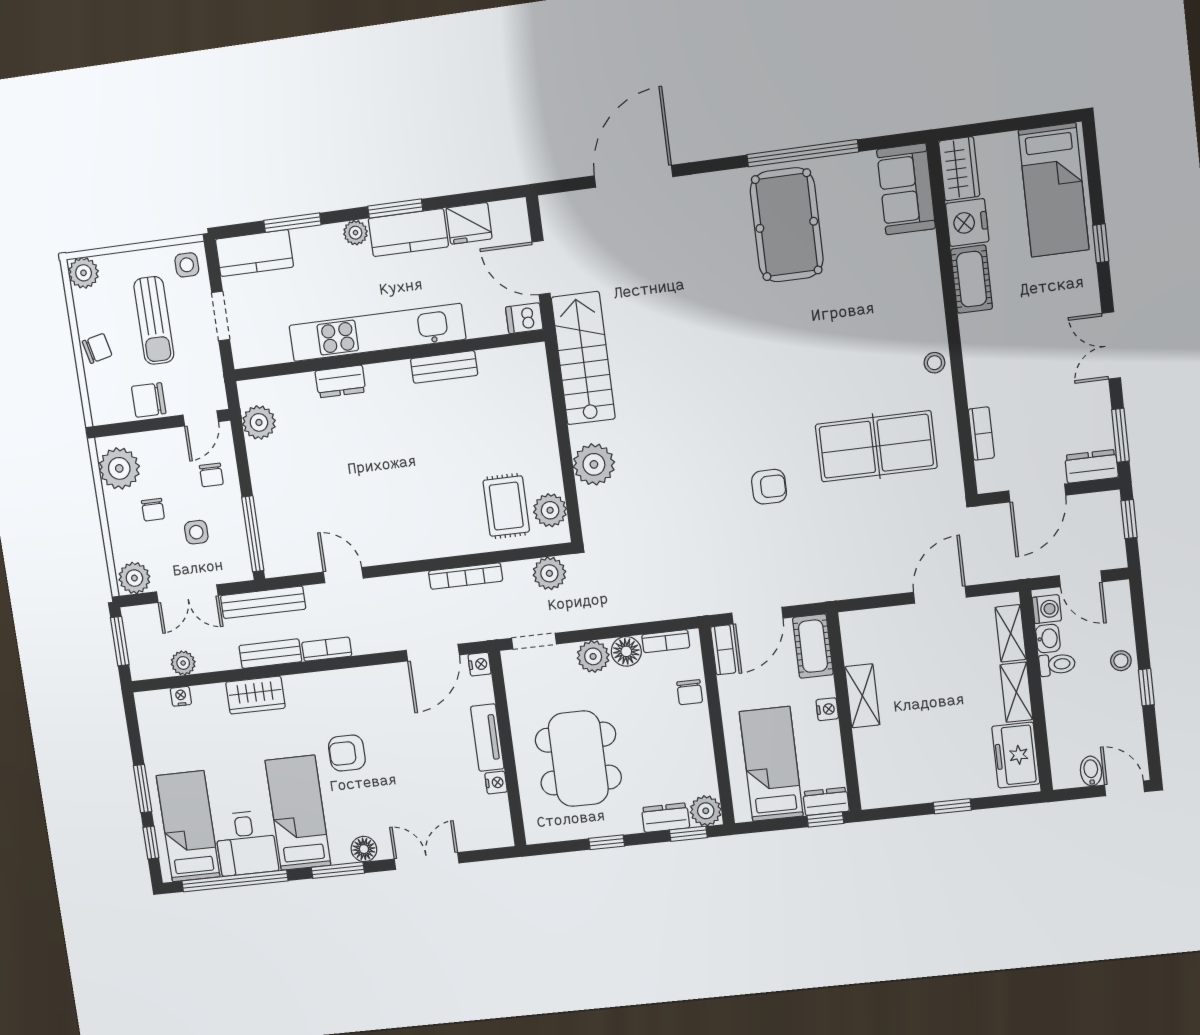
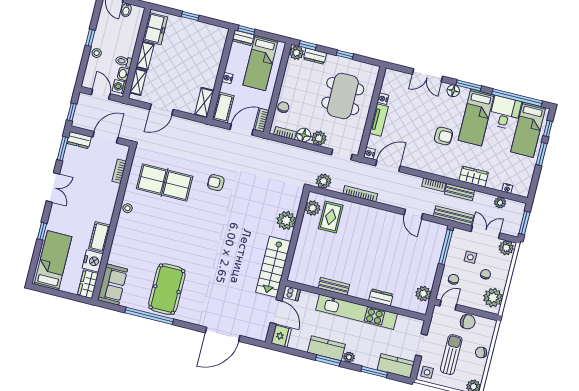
fridge: (469, 223) -> (281, 336), moved, turned 90
shelving: (862, 696) -> (204, 103), moved

